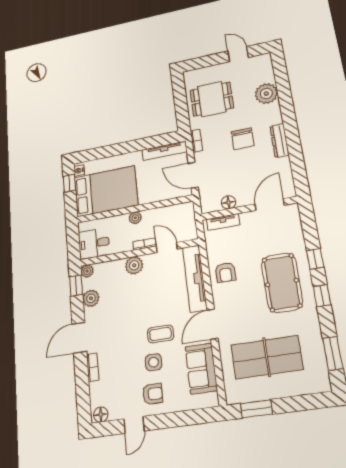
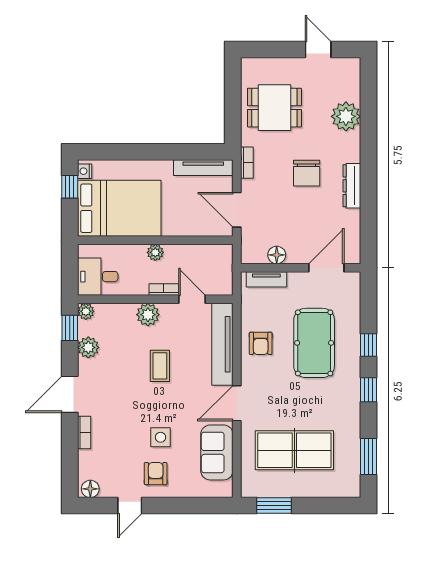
pool table: (282, 283) -> (314, 343), moved
coffee table: (160, 334) -> (160, 366), moved, turned 90
armchair: (153, 394) -> (156, 474), turned -90

